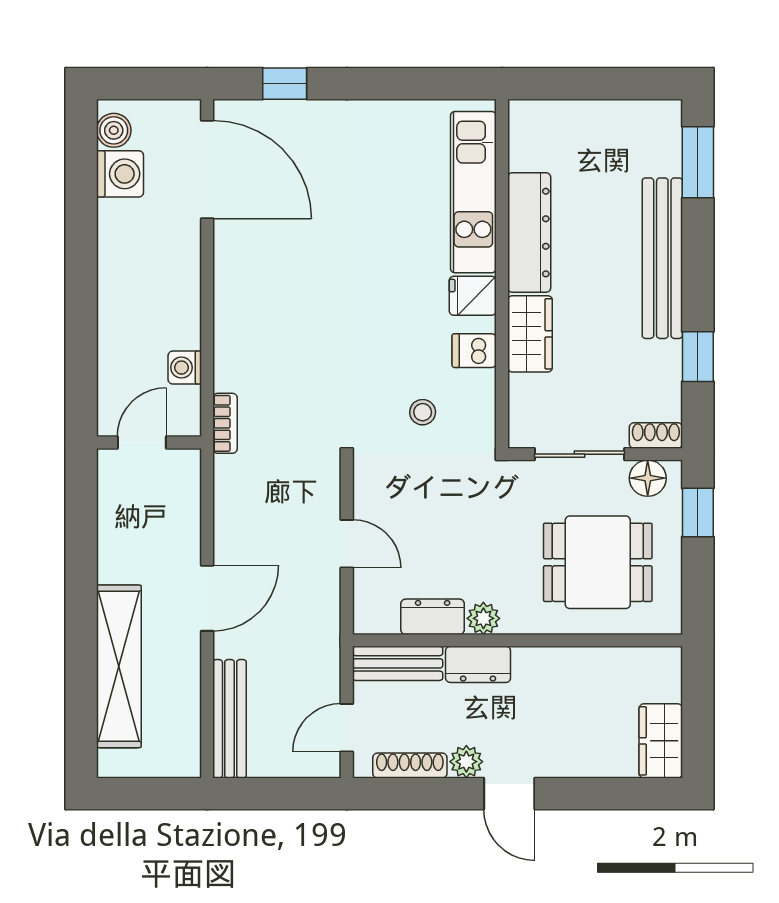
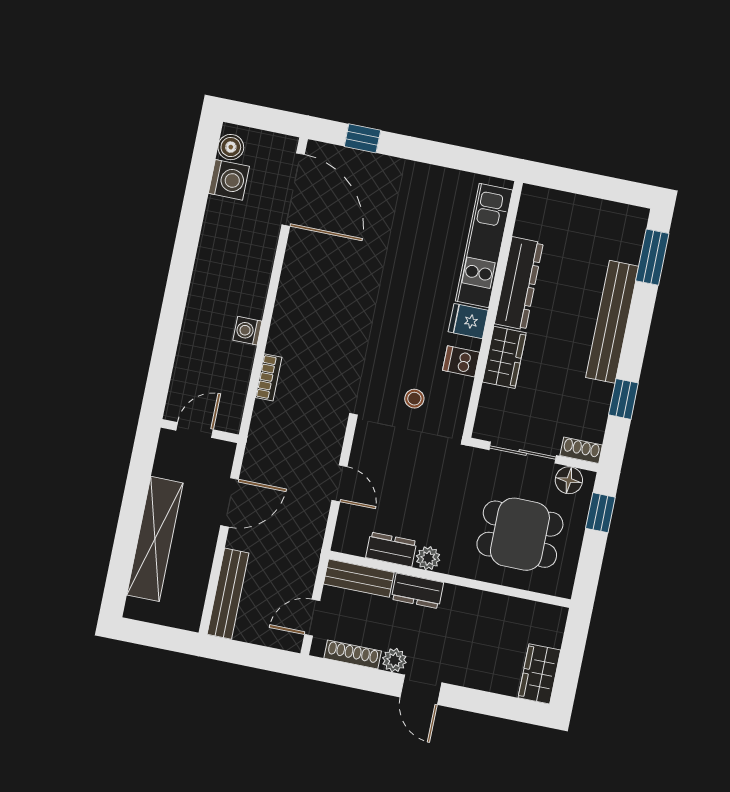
door: (142, 443) -> (195, 430), moved
wall: (149, 443) -> (200, 431), moved

